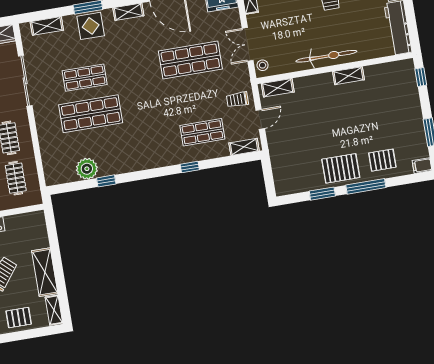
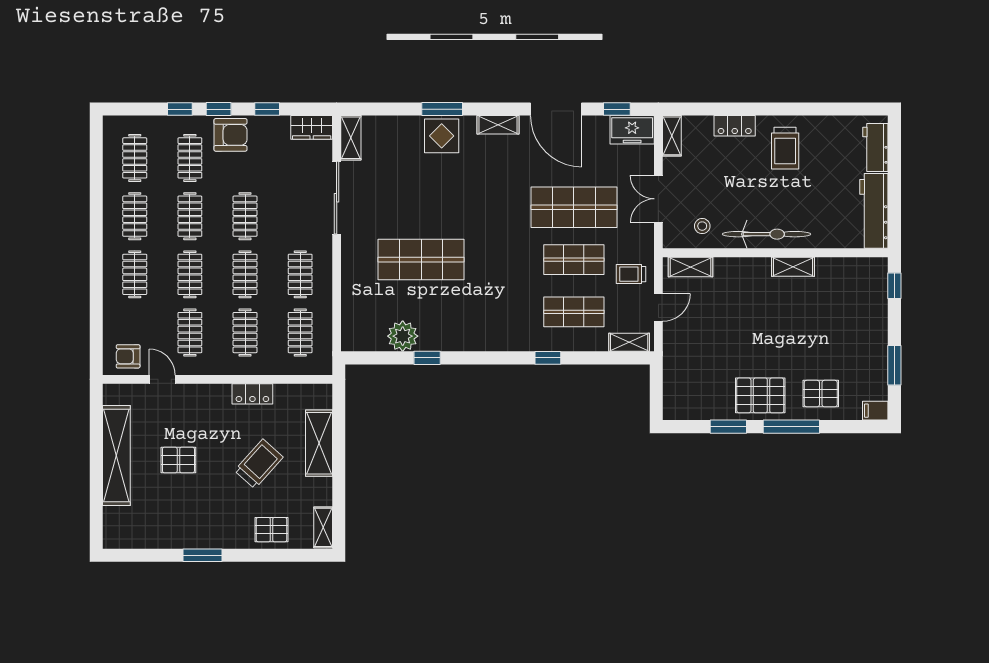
shelving: (47, 26) -> (351, 138), moved, turned 90
stool: (263, 65) -> (702, 226), moved
shop shelf: (85, 78) -> (574, 260), moved
shelving: (45, 272) -> (319, 443), moved

